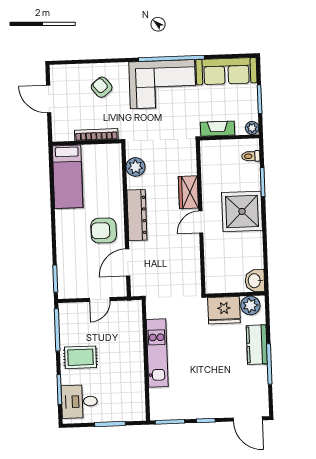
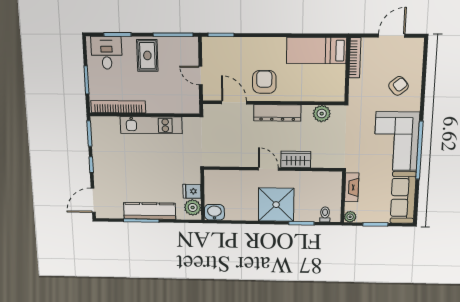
bookcase: (96, 135) -> (355, 58), moved
fridge: (224, 310) -> (192, 191), width x0.53, depth x0.75
kitchen counter: (257, 345) -> (150, 211), width x1.50
bookcase: (138, 389) -> (118, 107), added

